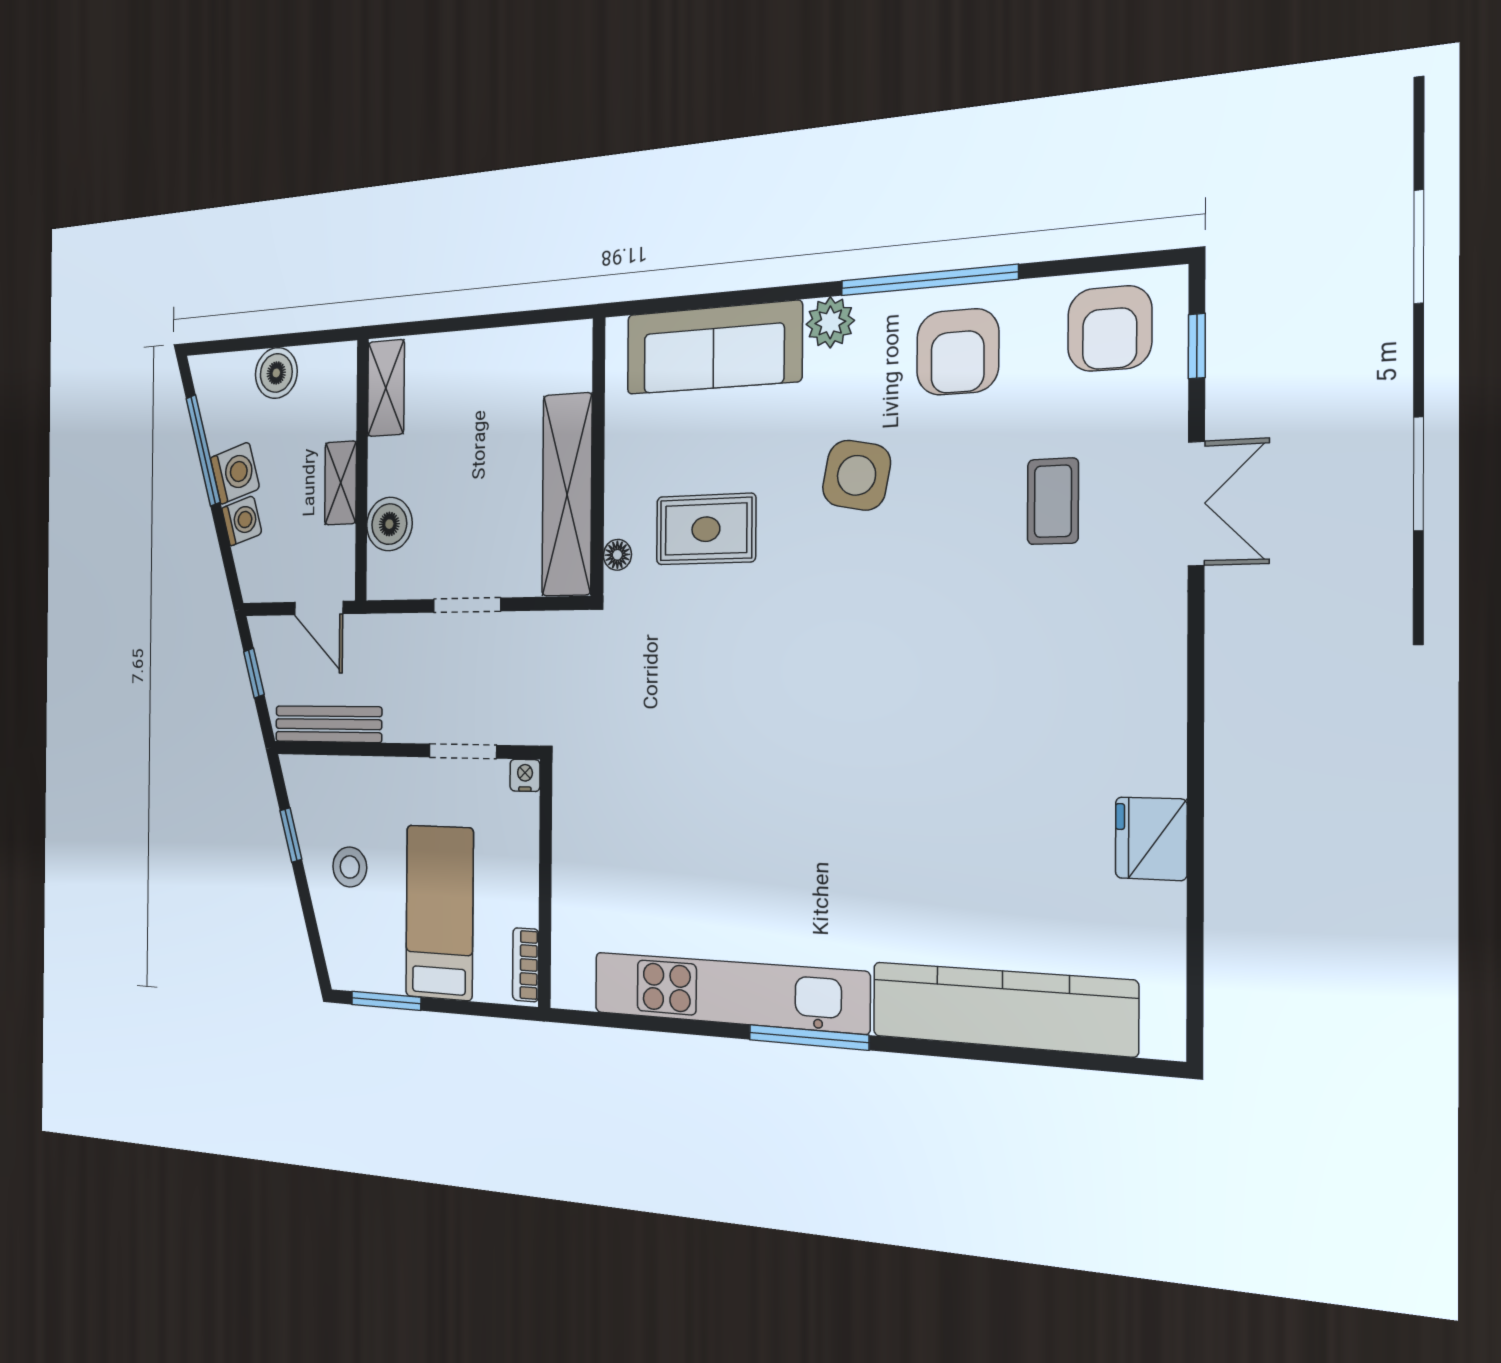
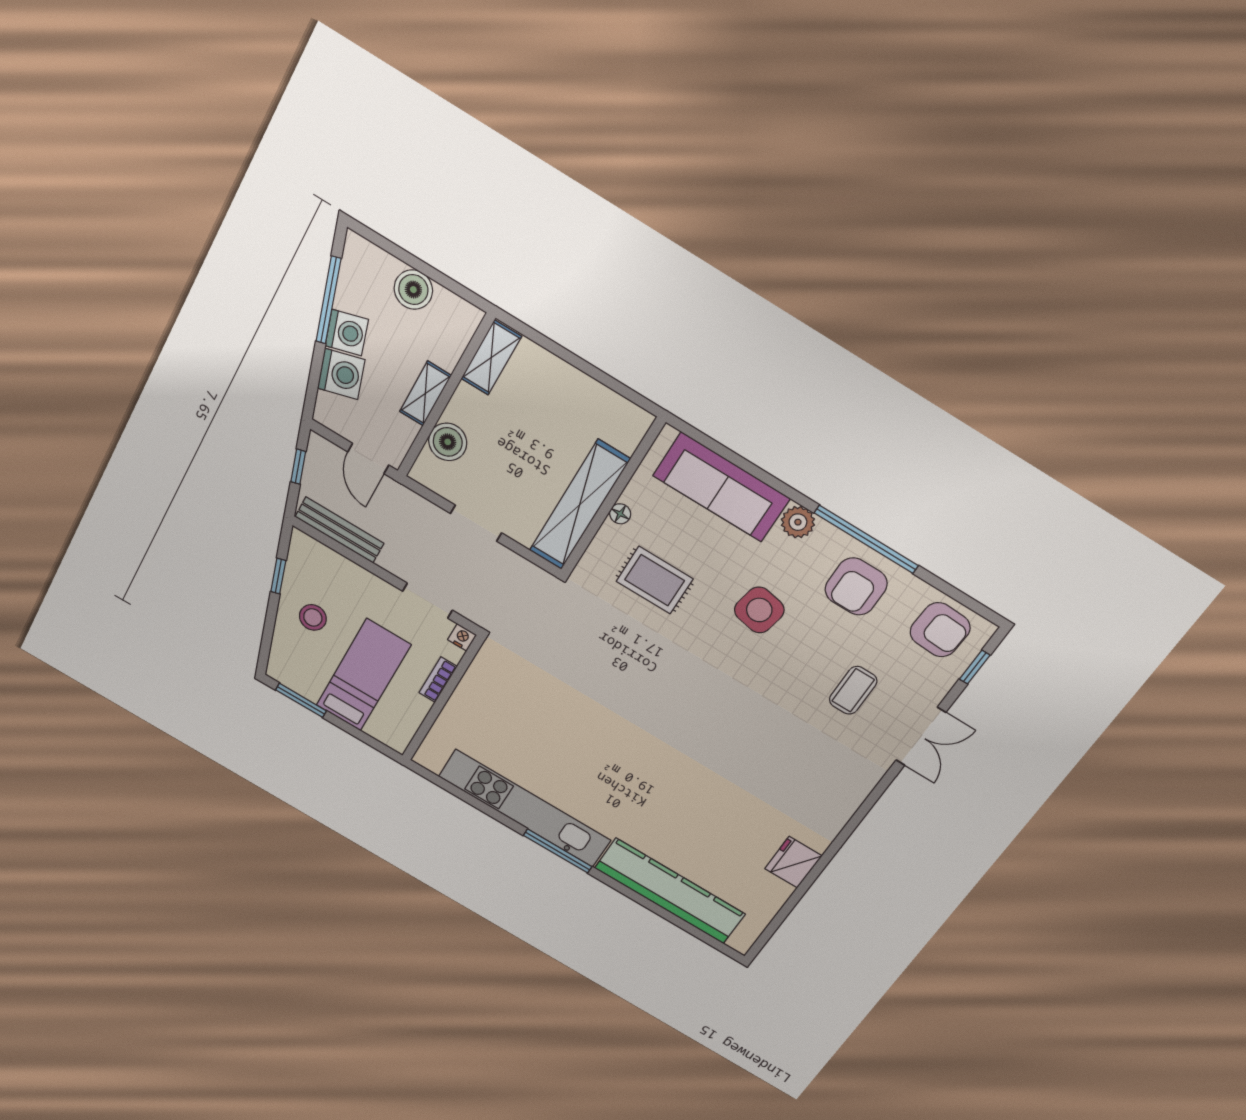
armchair: (1110, 329) -> (940, 630), turned -87
washing machine: (242, 521) -> (341, 374), width x1.38, depth x1.38
floor lamp: (617, 555) -> (620, 514), moved
bookcase: (526, 965) -> (438, 680), moved

